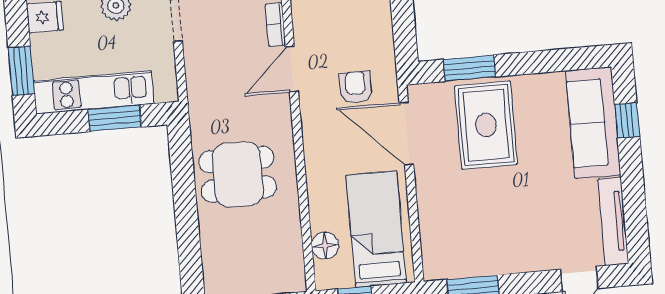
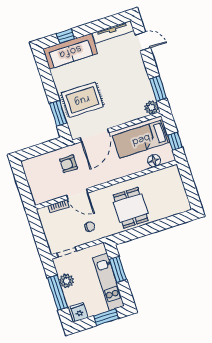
chair: (218, 80) -> (90, 227), added
armchair: (356, 87) -> (69, 164), moved
plant: (437, 266) -> (151, 108), added

